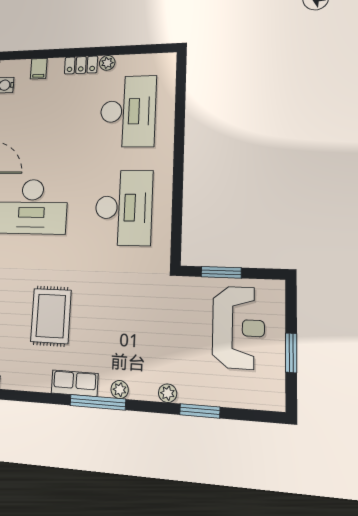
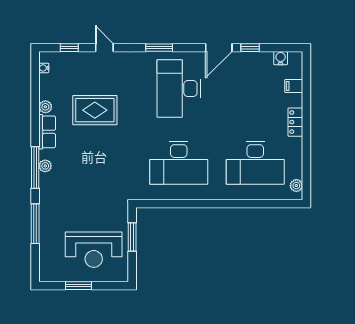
plant: (107, 63) -> (296, 186), moved
plant: (168, 393) -> (45, 107), moved
window: (98, 402) -> (35, 168), moved
window: (200, 411) -> (35, 224), width x1.44

